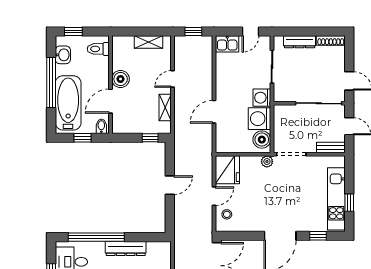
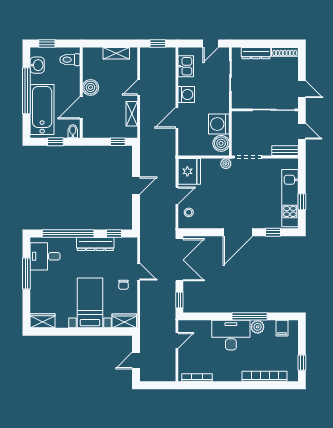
kitchen sink: (227, 44) -> (186, 66), moved, turned -90
washing machine: (262, 98) -> (186, 95), moved, turned 180
window: (146, 237) -> (114, 234), added

